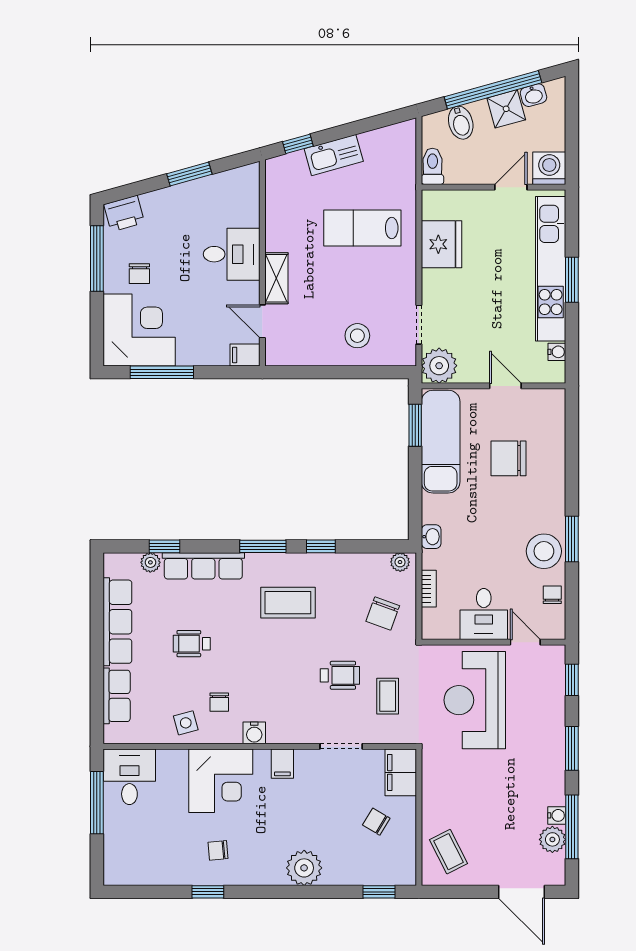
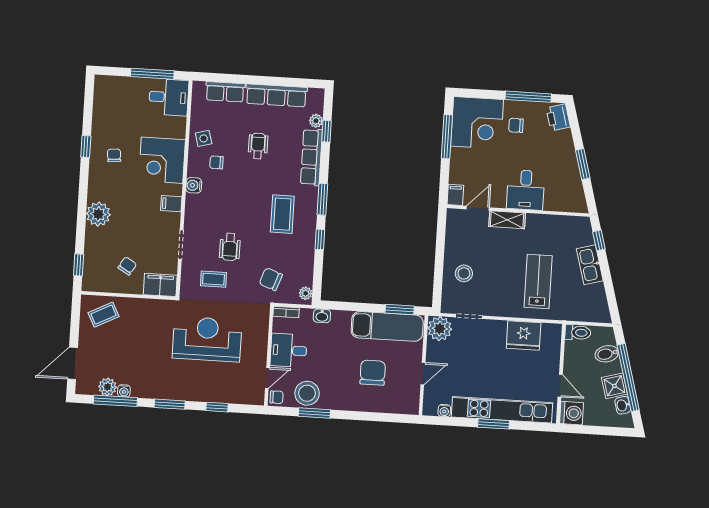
desk: (484, 614) -> (289, 350), moved
wall: (493, 642) -> (269, 356), moved
door: (525, 642) -> (267, 378), moved

